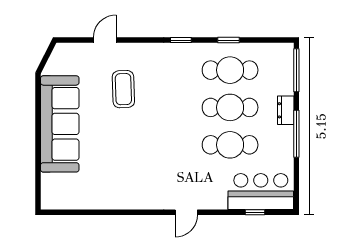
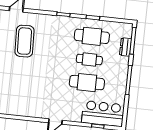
coffee table: (123, 89) -> (24, 41), width x1.36, depth x1.32
cafe table: (230, 107) -> (89, 59), width x0.73, depth x0.74
dresser: (286, 110) -> (126, 47), moved

